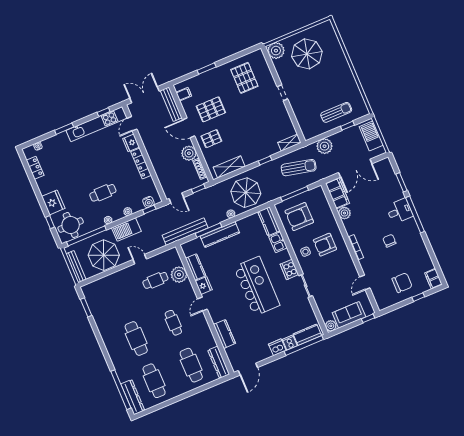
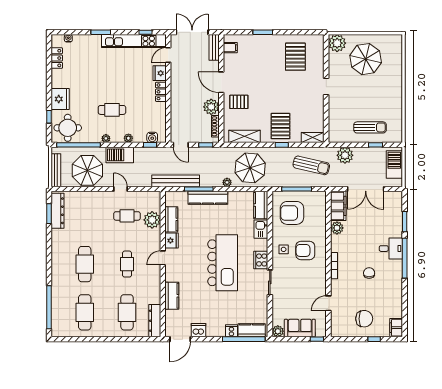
bench: (171, 104) -> (214, 47), width x0.73
pallet: (211, 109) -> (280, 126), moved, turned 90
locker: (141, 164) -> (161, 92), width x0.66
dishwasher: (277, 347) -> (198, 330), moved
dresser: (133, 397) -> (58, 211), moved

